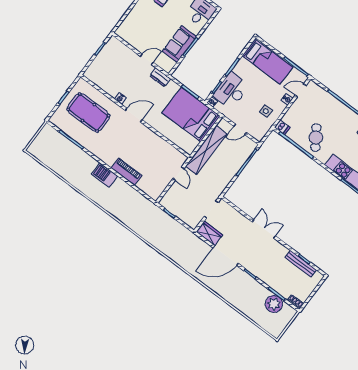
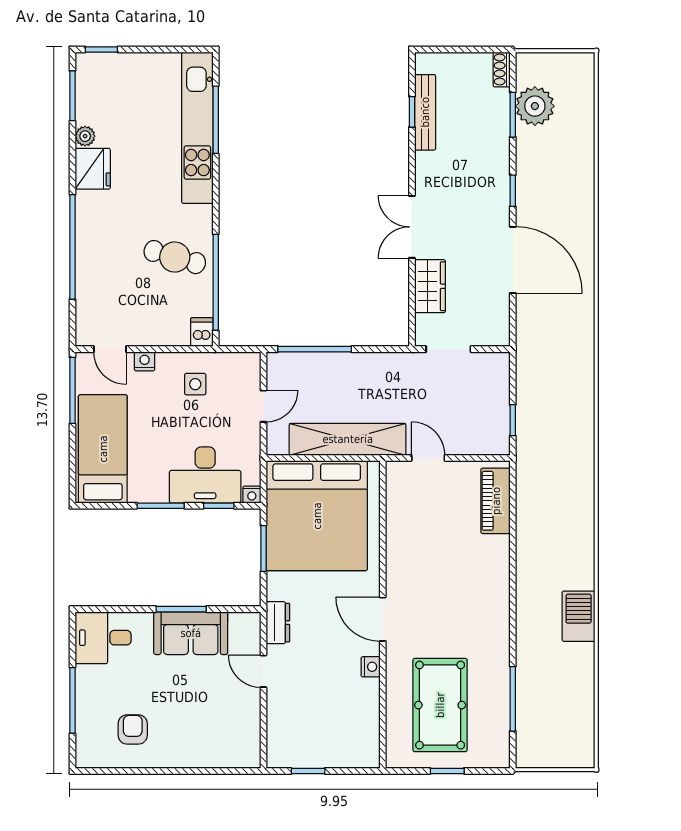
bed: (191, 114) -> (317, 516), width x1.36
door: (240, 129) -> (263, 406), hinge flipped
cafe table: (316, 138) -> (175, 257), turned 50
piano: (126, 172) -> (496, 501), moved
door: (178, 174) -> (428, 458), hinge flipped
barbecue: (105, 175) -> (579, 616), moved, turned 180
wardrobe: (209, 233) -> (430, 286), moved, turned 180

